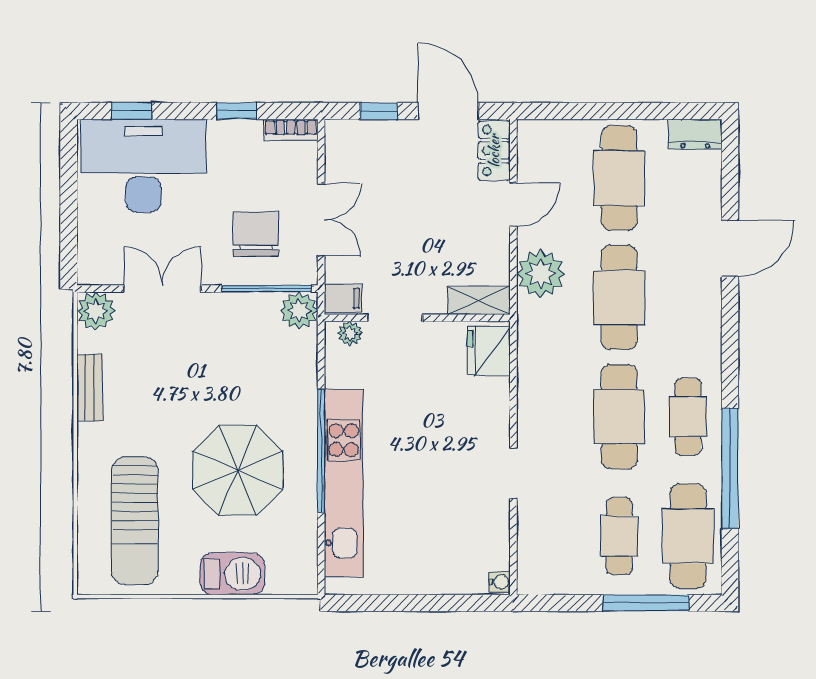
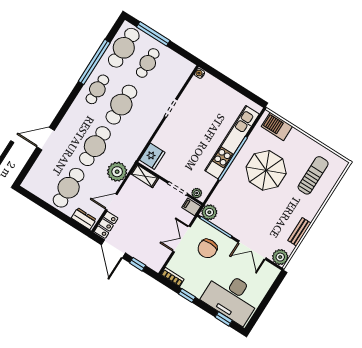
dresser: (695, 134) -> (84, 219), moved
sun lounger: (135, 521) -> (313, 175), width x0.73, depth x0.75
barbecue: (232, 574) -> (277, 126), moved

